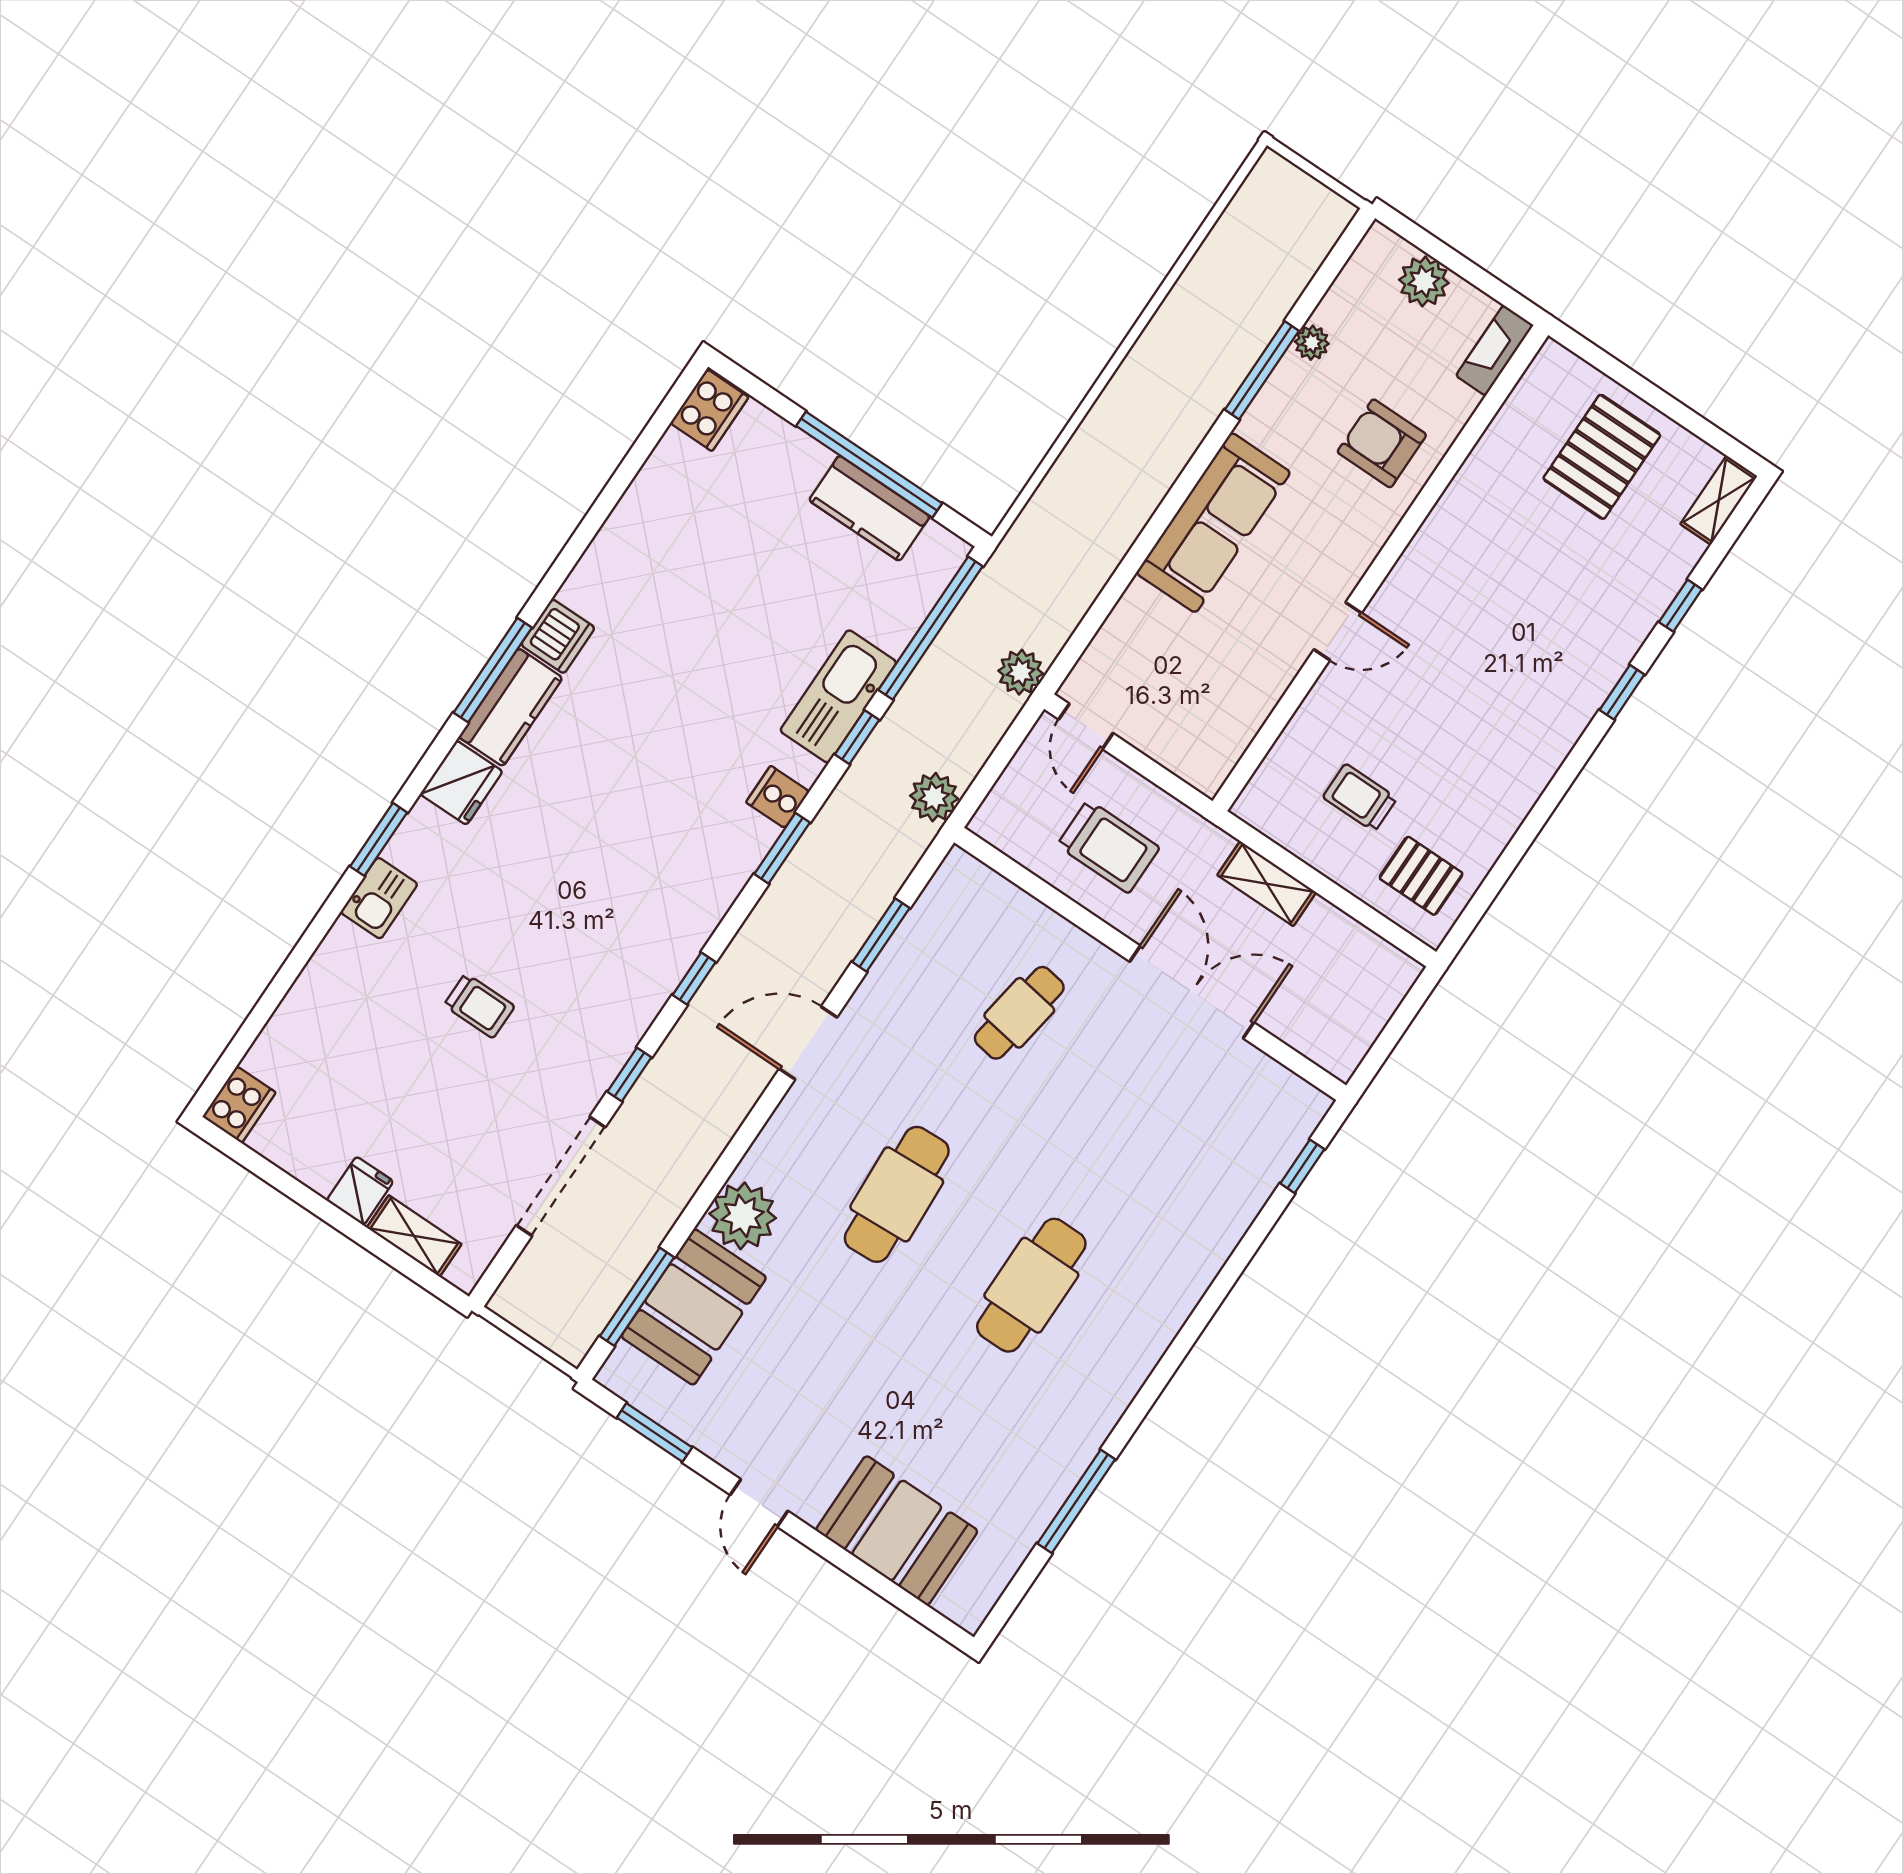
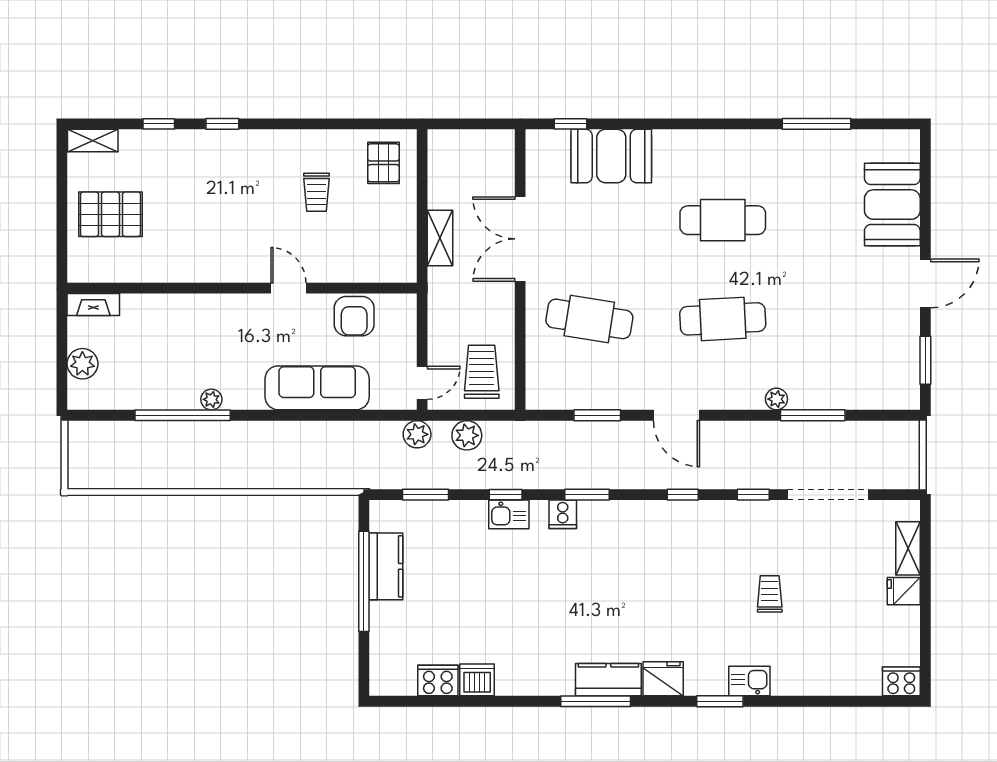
plant: (1312, 343) -> (211, 399), moved
window: (1262, 370) -> (183, 415), width x1.46
cooker: (709, 410) -> (438, 681), moved
armchair: (1382, 443) -> (354, 316), moved
sofa: (1213, 523) -> (317, 388), moved
window: (930, 628) -> (425, 495), width x0.47
dishwasher: (558, 636) -> (477, 680), moved
kitchen sink: (838, 696) -> (509, 514), width x0.53, depth x0.81
plant: (934, 797) -> (467, 435), moved
trolley: (1360, 798) -> (317, 192), moved
trolley: (1108, 846) -> (482, 372), moved
cafe table: (1019, 1013) -> (589, 319), width x1.37, depth x1.35
plant: (743, 1216) -> (776, 399), width x0.53, depth x0.53
window: (637, 1297) -> (813, 415), moved
booth: (694, 1307) -> (611, 156), moved
door: (759, 1503) -> (925, 283), width x1.38

